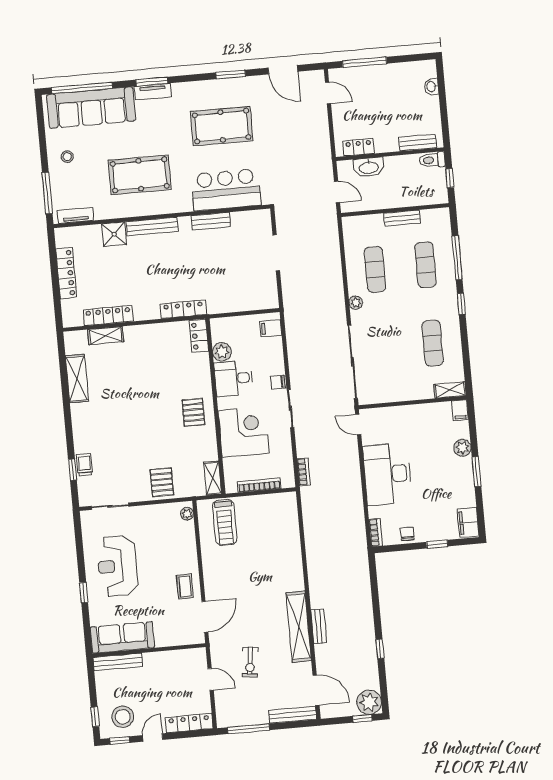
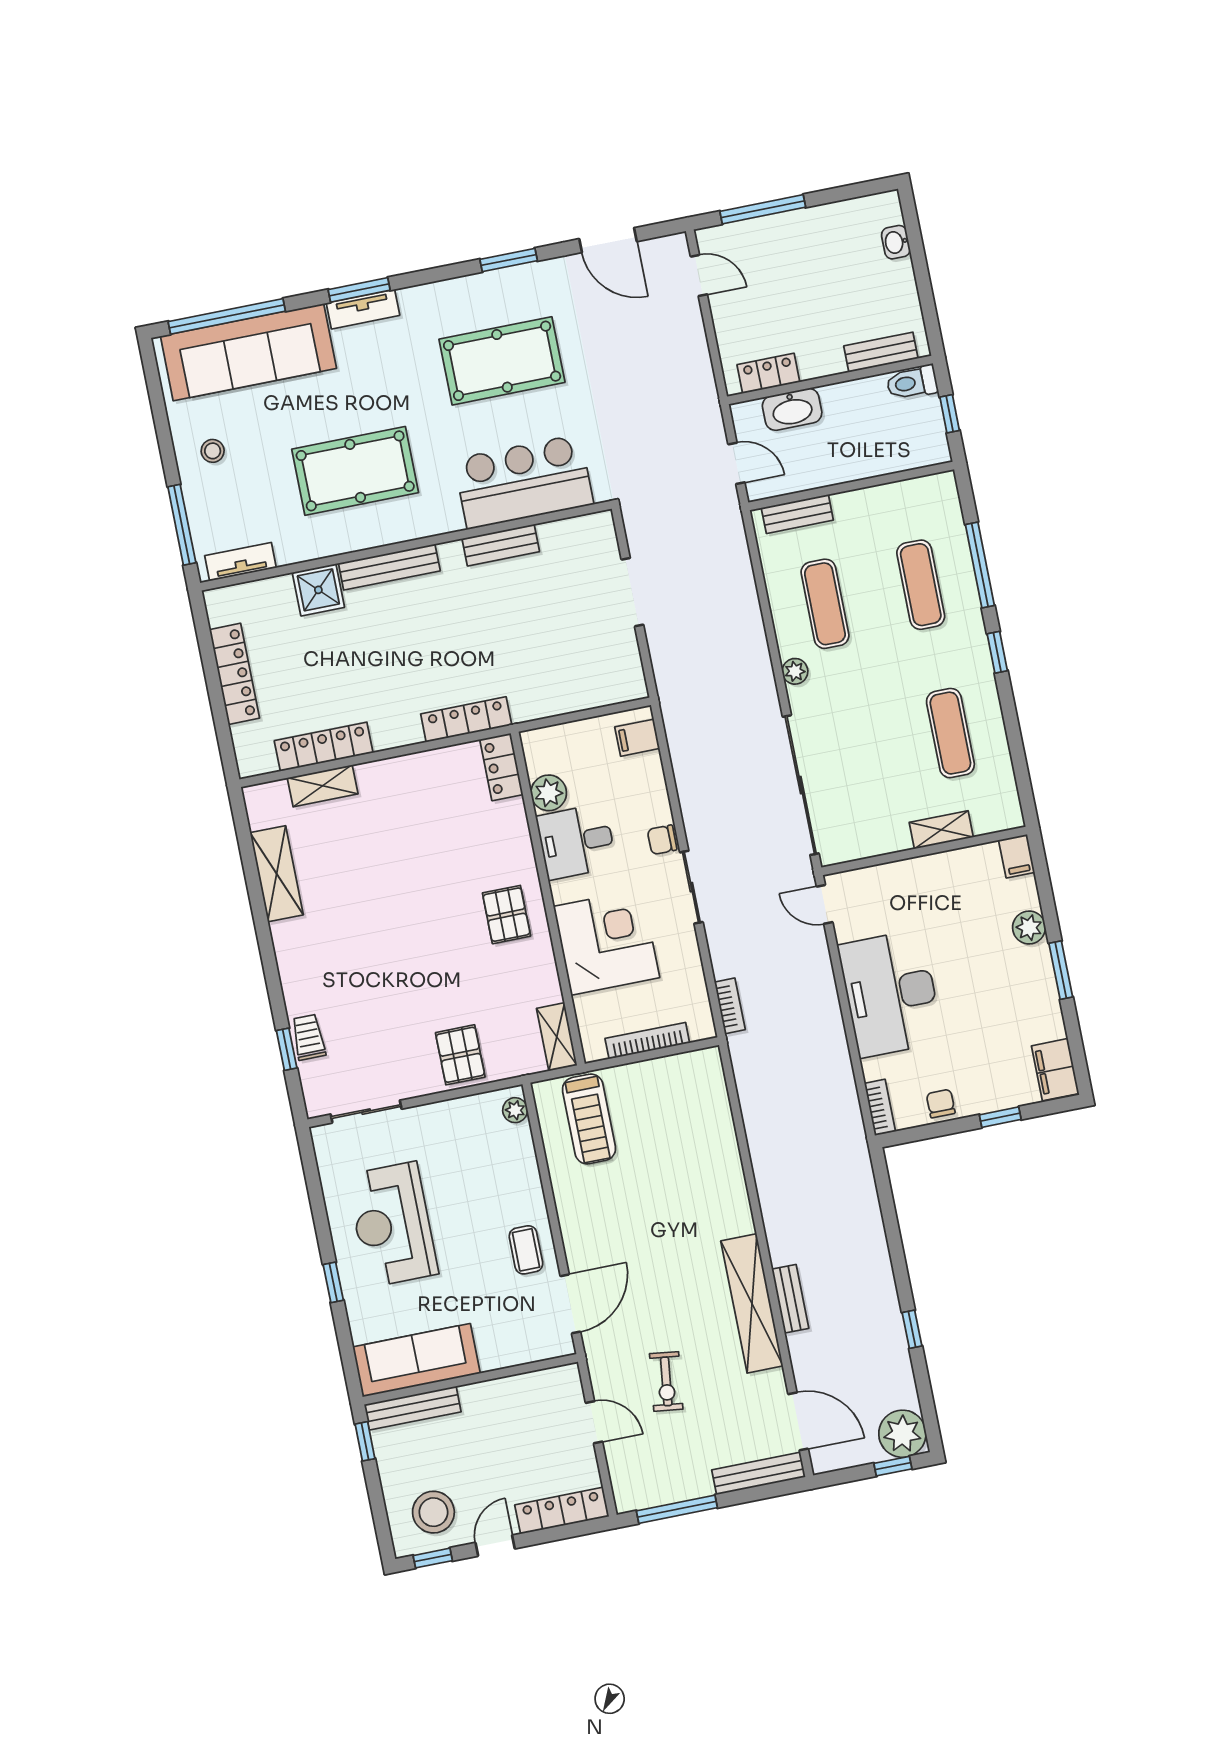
bench: (402, 218) -> (797, 514), moved
shelving: (450, 390) -> (941, 830), moved
window: (95, 717) -> (365, 1441), moved

